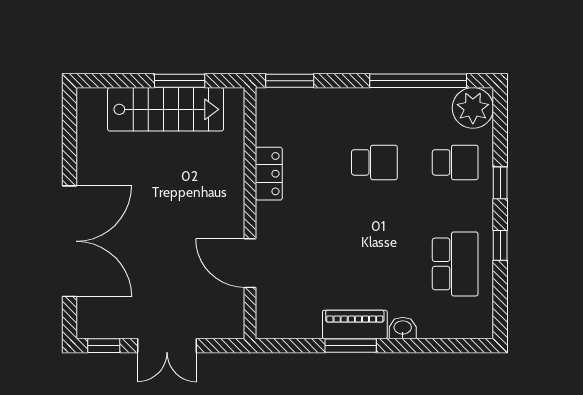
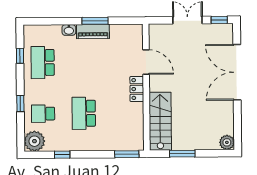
window: (418, 81) -> (62, 155), width x0.32
plant: (91, 102) -> (227, 142), added
stairs: (166, 109) -> (160, 121), moved, turned 90
school desk: (374, 162) -> (84, 113), width x1.85
locker: (269, 174) -> (137, 89), moved
window: (500, 245) -> (20, 56), moved

